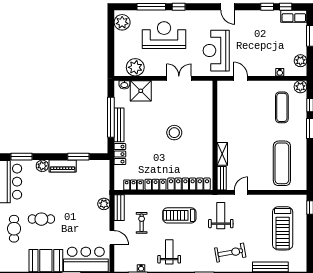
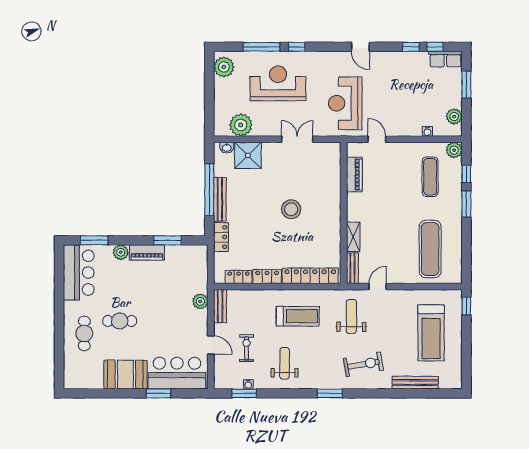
piano: (223, 106) -> (354, 175), added
treadmill: (179, 215) -> (298, 316), turned 180
exercise bike: (142, 223) -> (247, 348), moved

